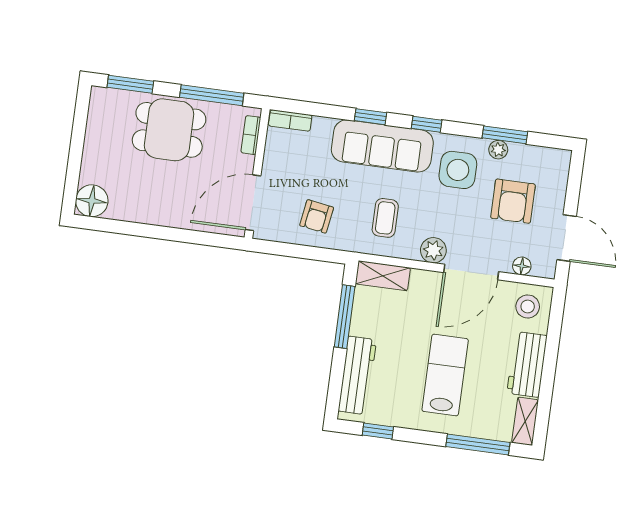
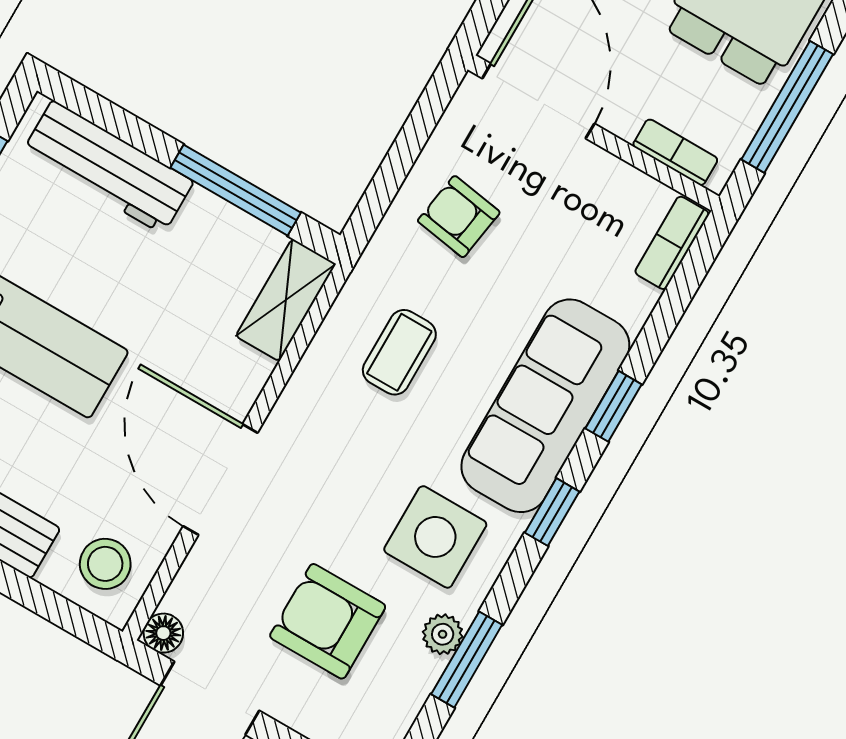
coffee table: (385, 218) -> (399, 352), turned 90
plant: (433, 250) -> (295, 422), removed
floor lamp: (522, 266) -> (163, 633), moved

